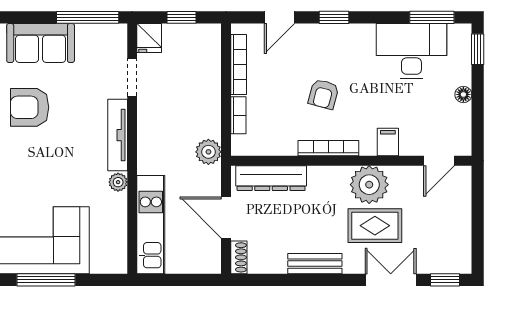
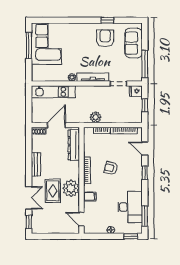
plant: (208, 152) -> (96, 117), moved

